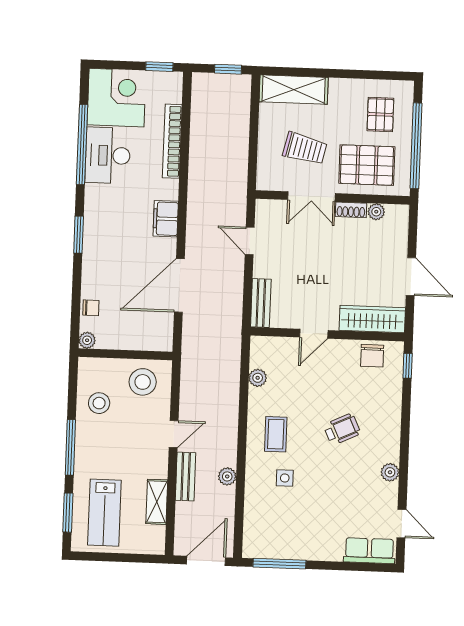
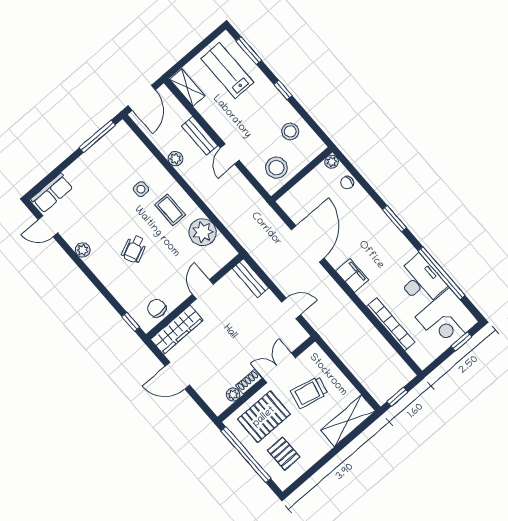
window: (159, 67) -> (461, 341), moved
plant: (258, 378) -> (203, 232), width x1.88, depth x1.88
window: (70, 447) -> (283, 90), width x0.46
shelving: (157, 502) -> (187, 88), moved

